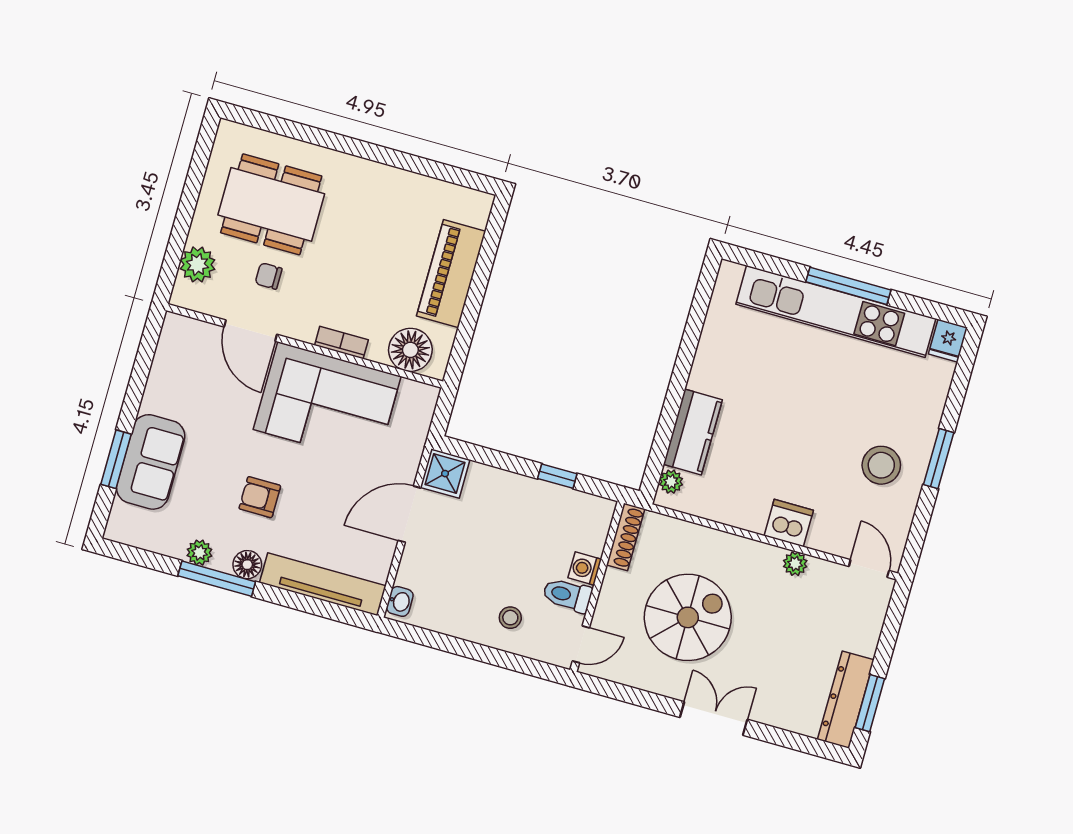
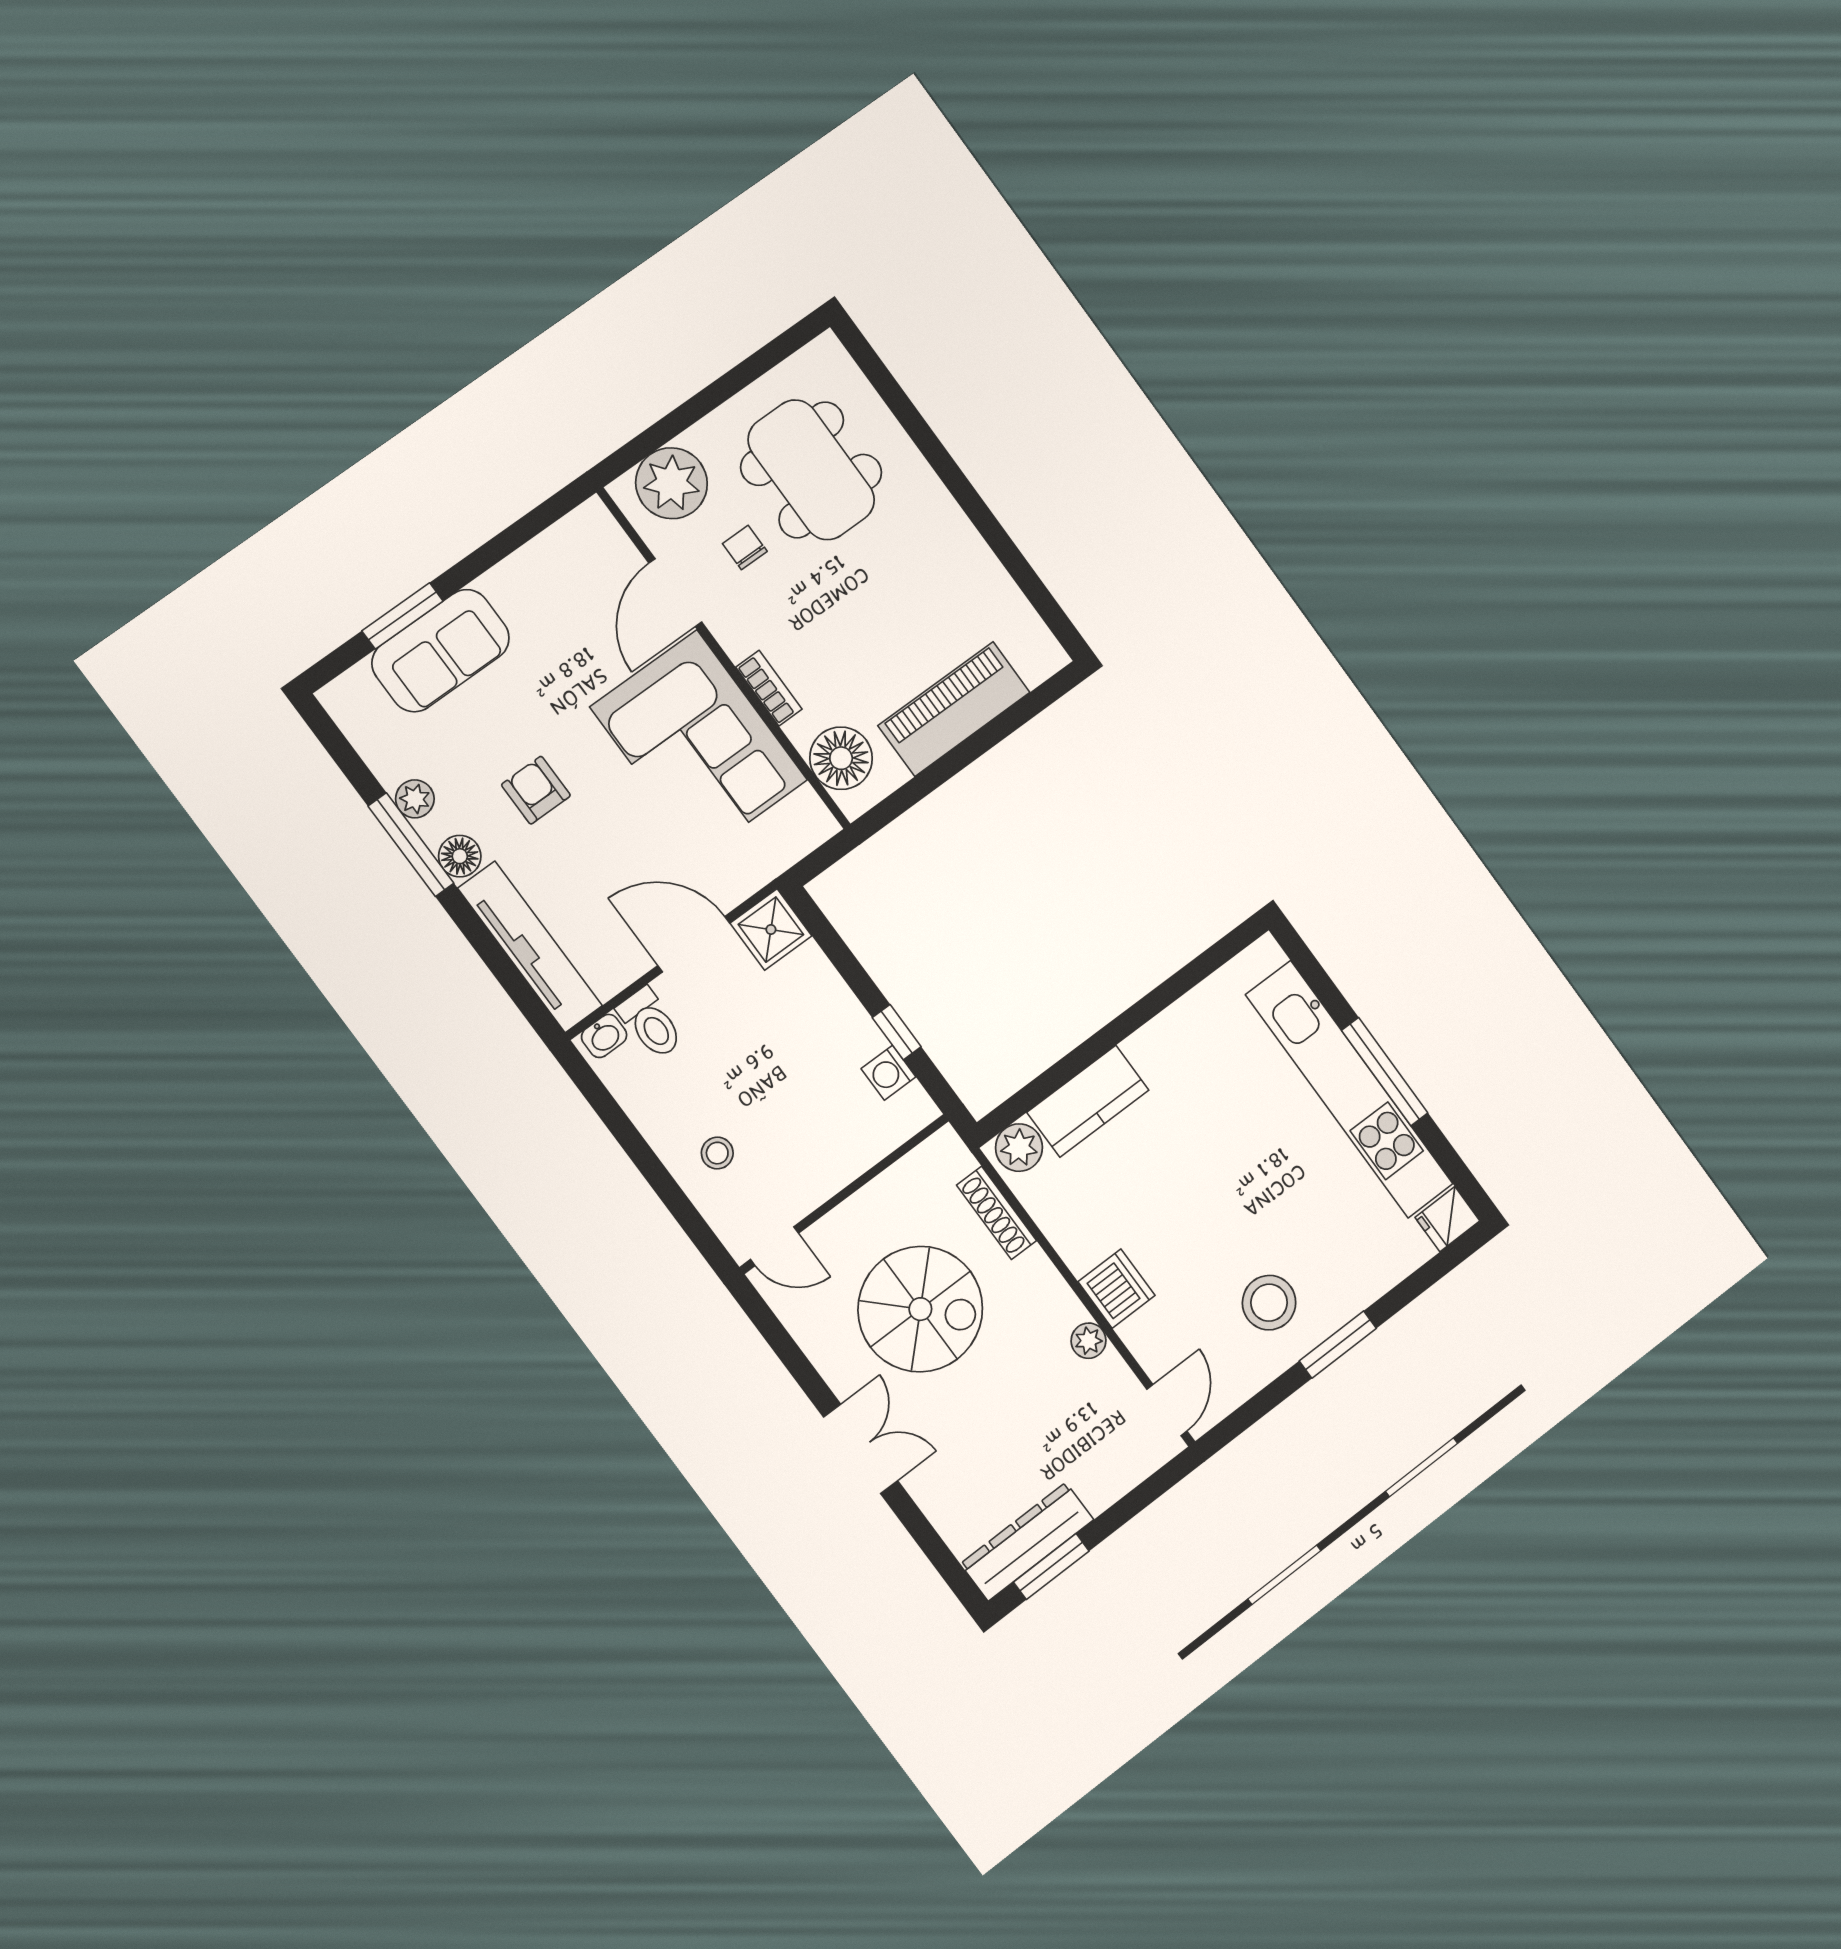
plant: (197, 264) -> (672, 483), width x1.36, depth x1.36
plant: (671, 482) -> (1019, 1148), width x1.38, depth x1.38
shoe rack: (626, 537) -> (997, 1213), moved, turned 90
washing machine: (585, 569) -> (888, 1073), moved, turned -90
toilet: (567, 595) -> (651, 1023), moved, turned 180

